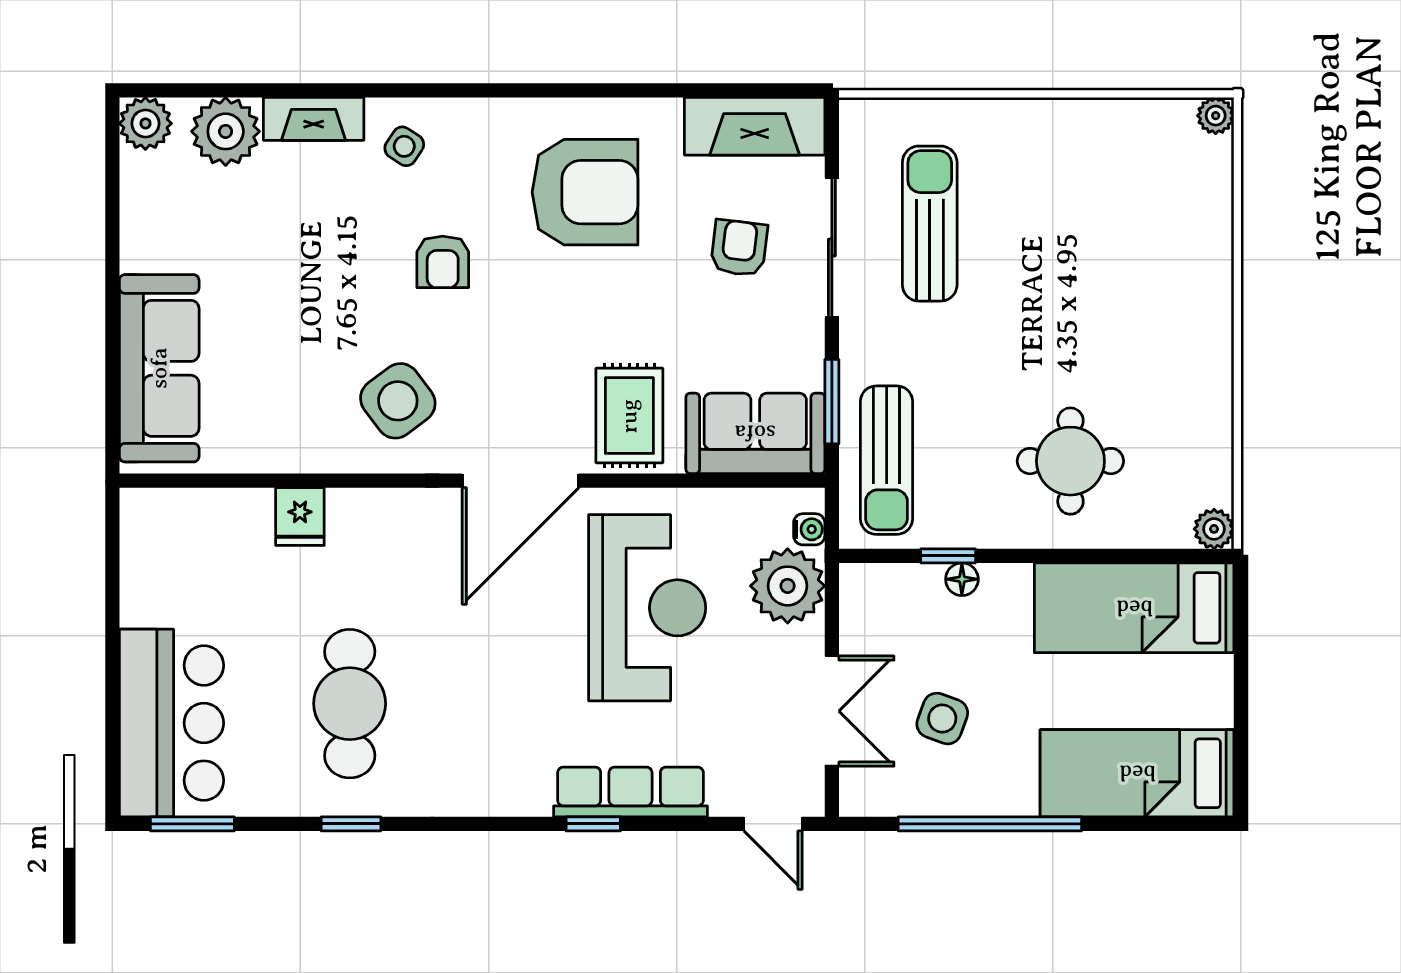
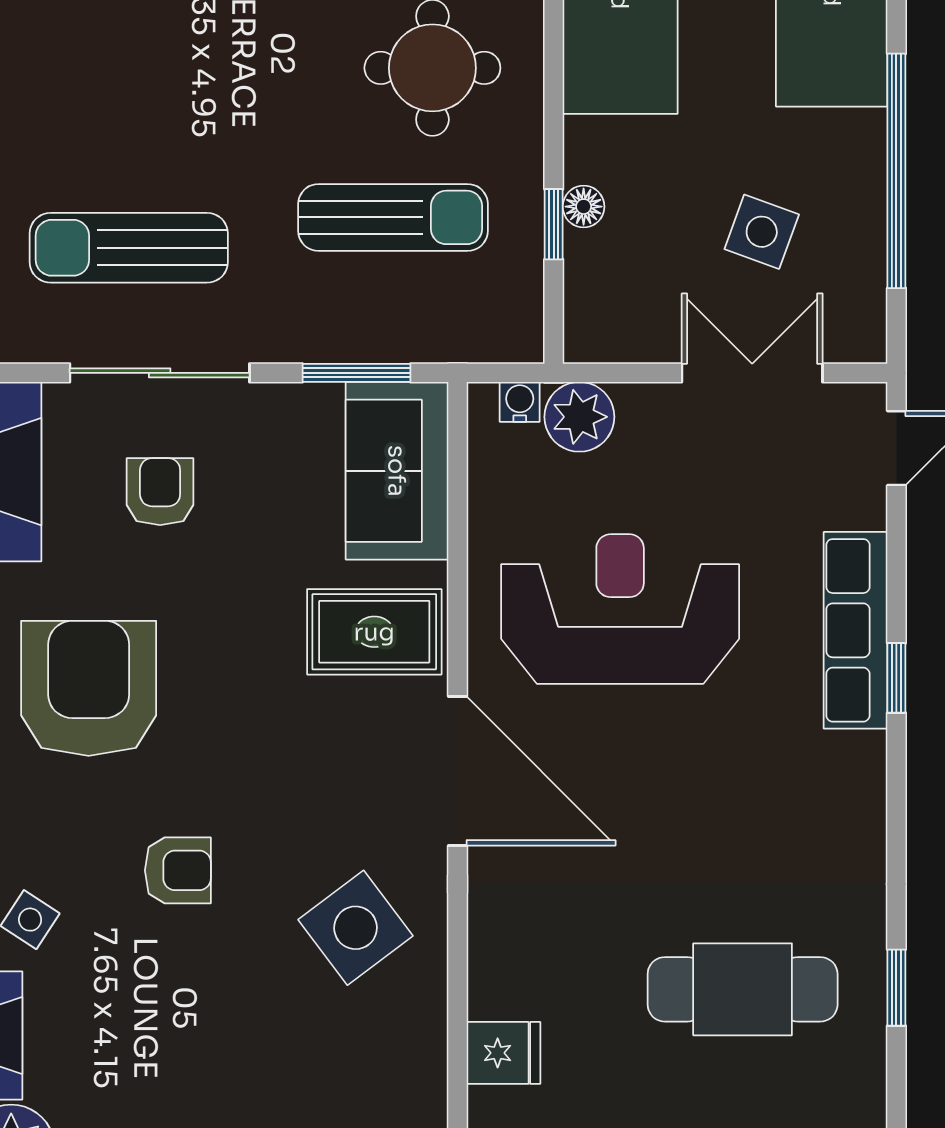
armchair: (739, 248) -> (160, 492), turned 83
sun lounger: (887, 460) -> (393, 217), moved
plant: (788, 586) -> (579, 417), width x0.73, depth x0.73

